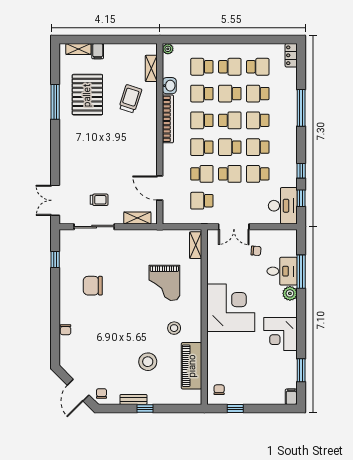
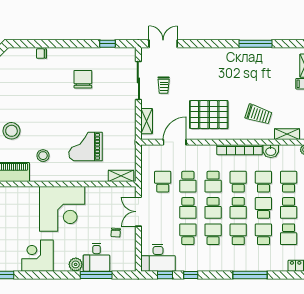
pallet: (87, 95) -> (209, 115), moved
school desk: (202, 147) -> (213, 182), turned 180
school desk: (230, 147) -> (213, 208), turned 180

